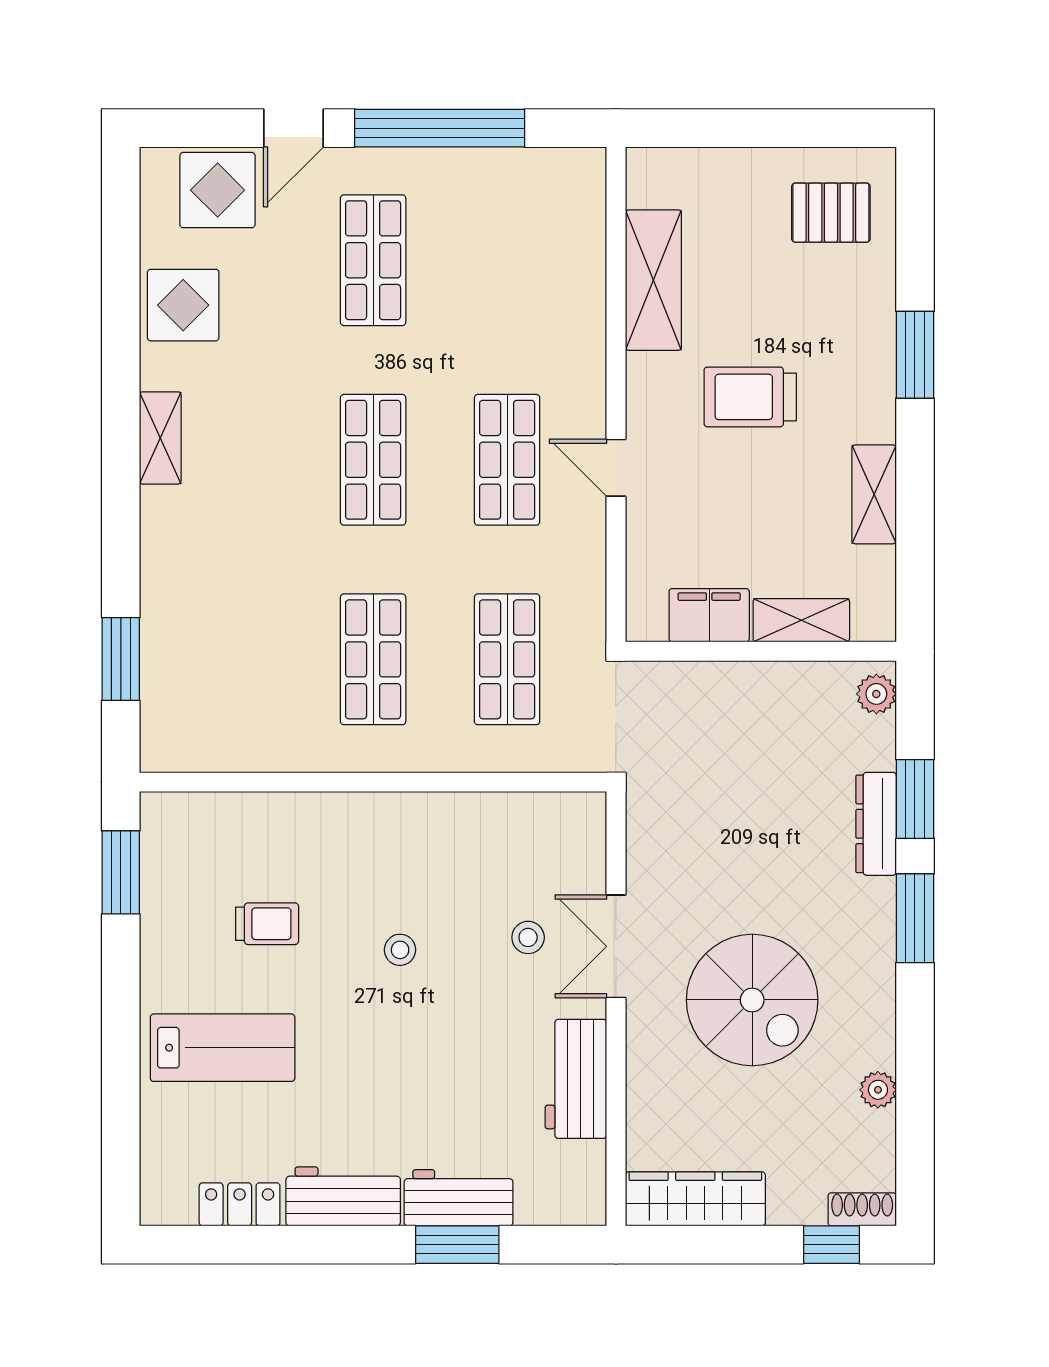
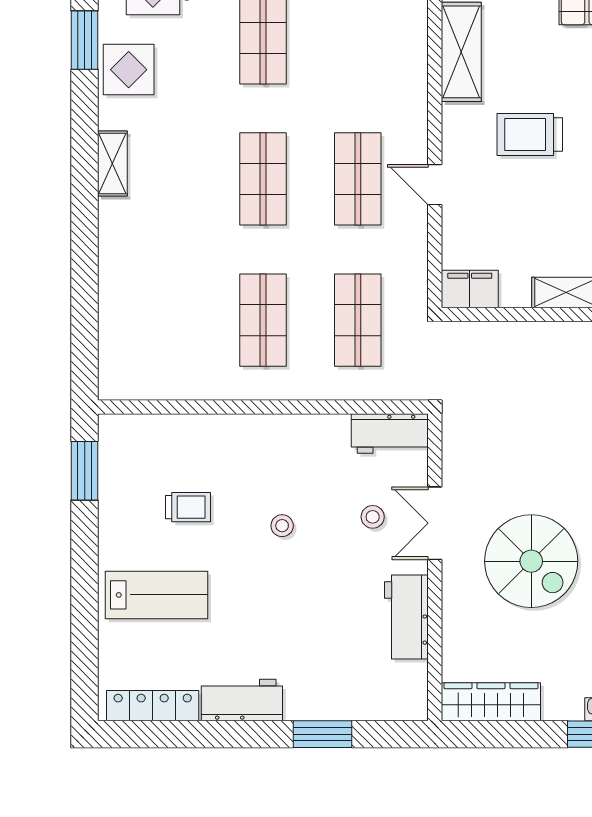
filing cabinet: (709, 615) -> (470, 289), moved
window: (121, 659) -> (85, 40), moved
workbench: (459, 1198) -> (390, 433), moved, turned 180
locker: (240, 1204) -> (153, 706), width x1.53

